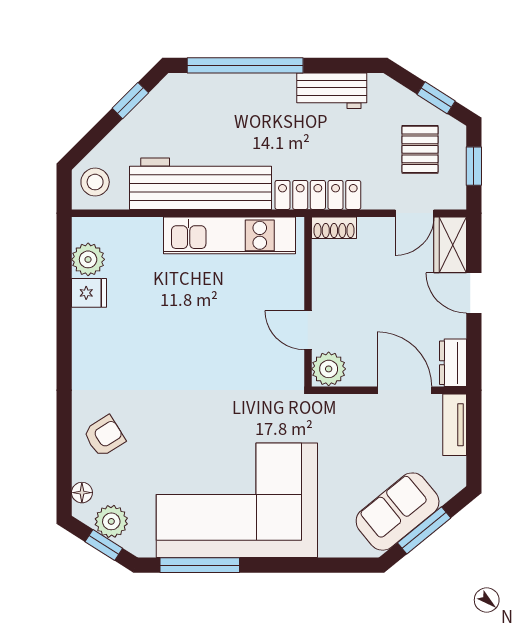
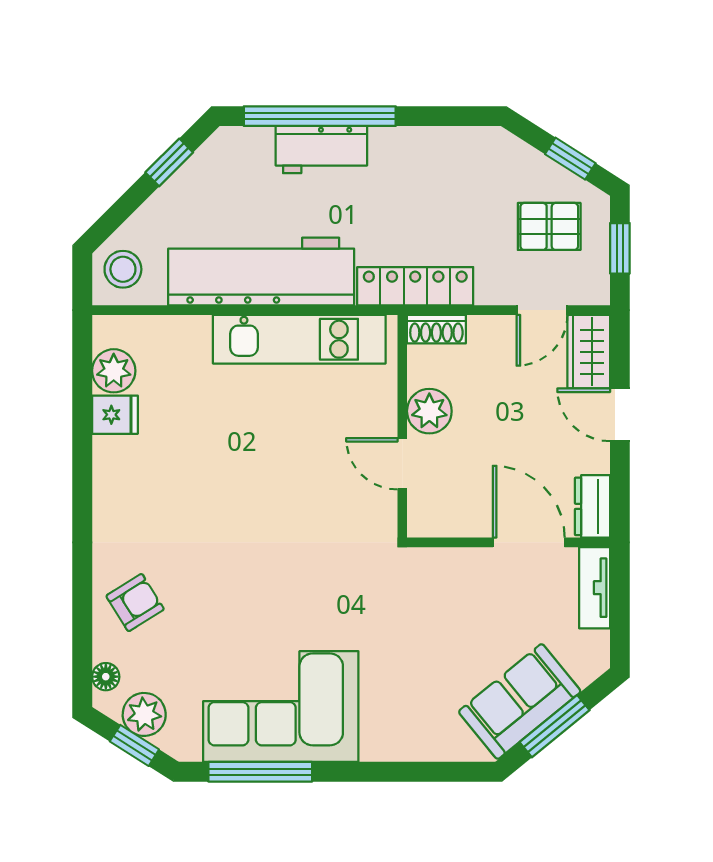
workbench: (332, 91) -> (321, 150), moved
pallet: (420, 149) -> (549, 226), turned 90
plant: (329, 369) -> (429, 411), moved
corner sofa: (237, 500) -> (281, 707), width x0.73, depth x0.74

